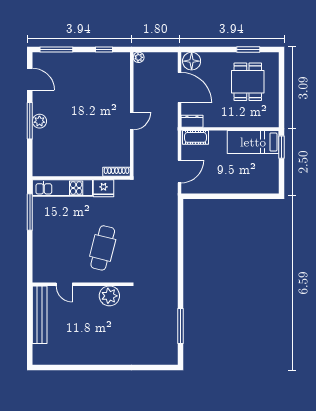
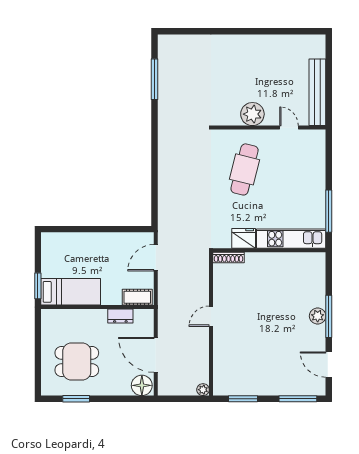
window: (104, 49) -> (243, 399), width x1.50
dining table: (248, 82) -> (77, 362), turned 90
dresser: (192, 121) -> (120, 316), moved
plant: (109, 296) -> (252, 114), moved

